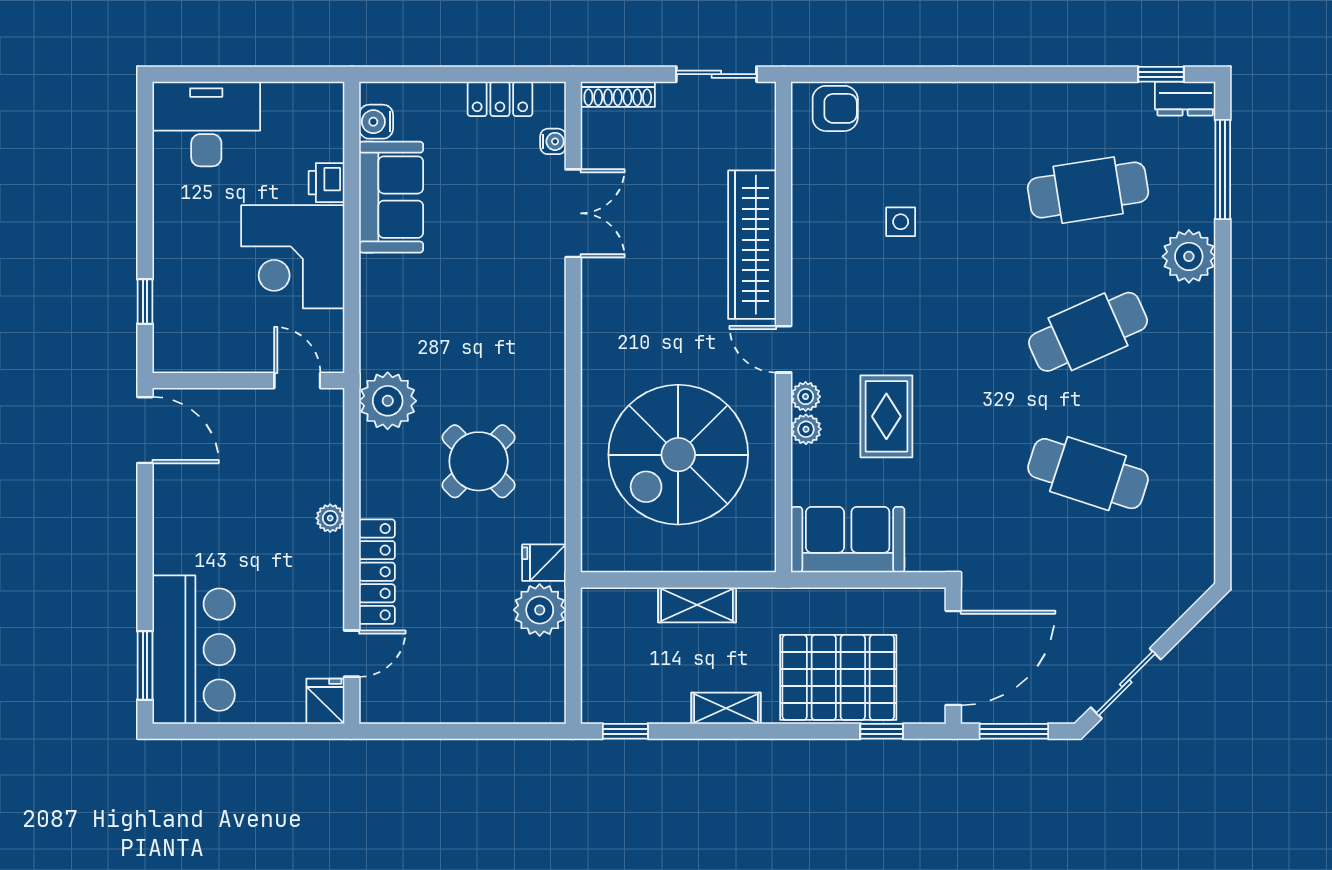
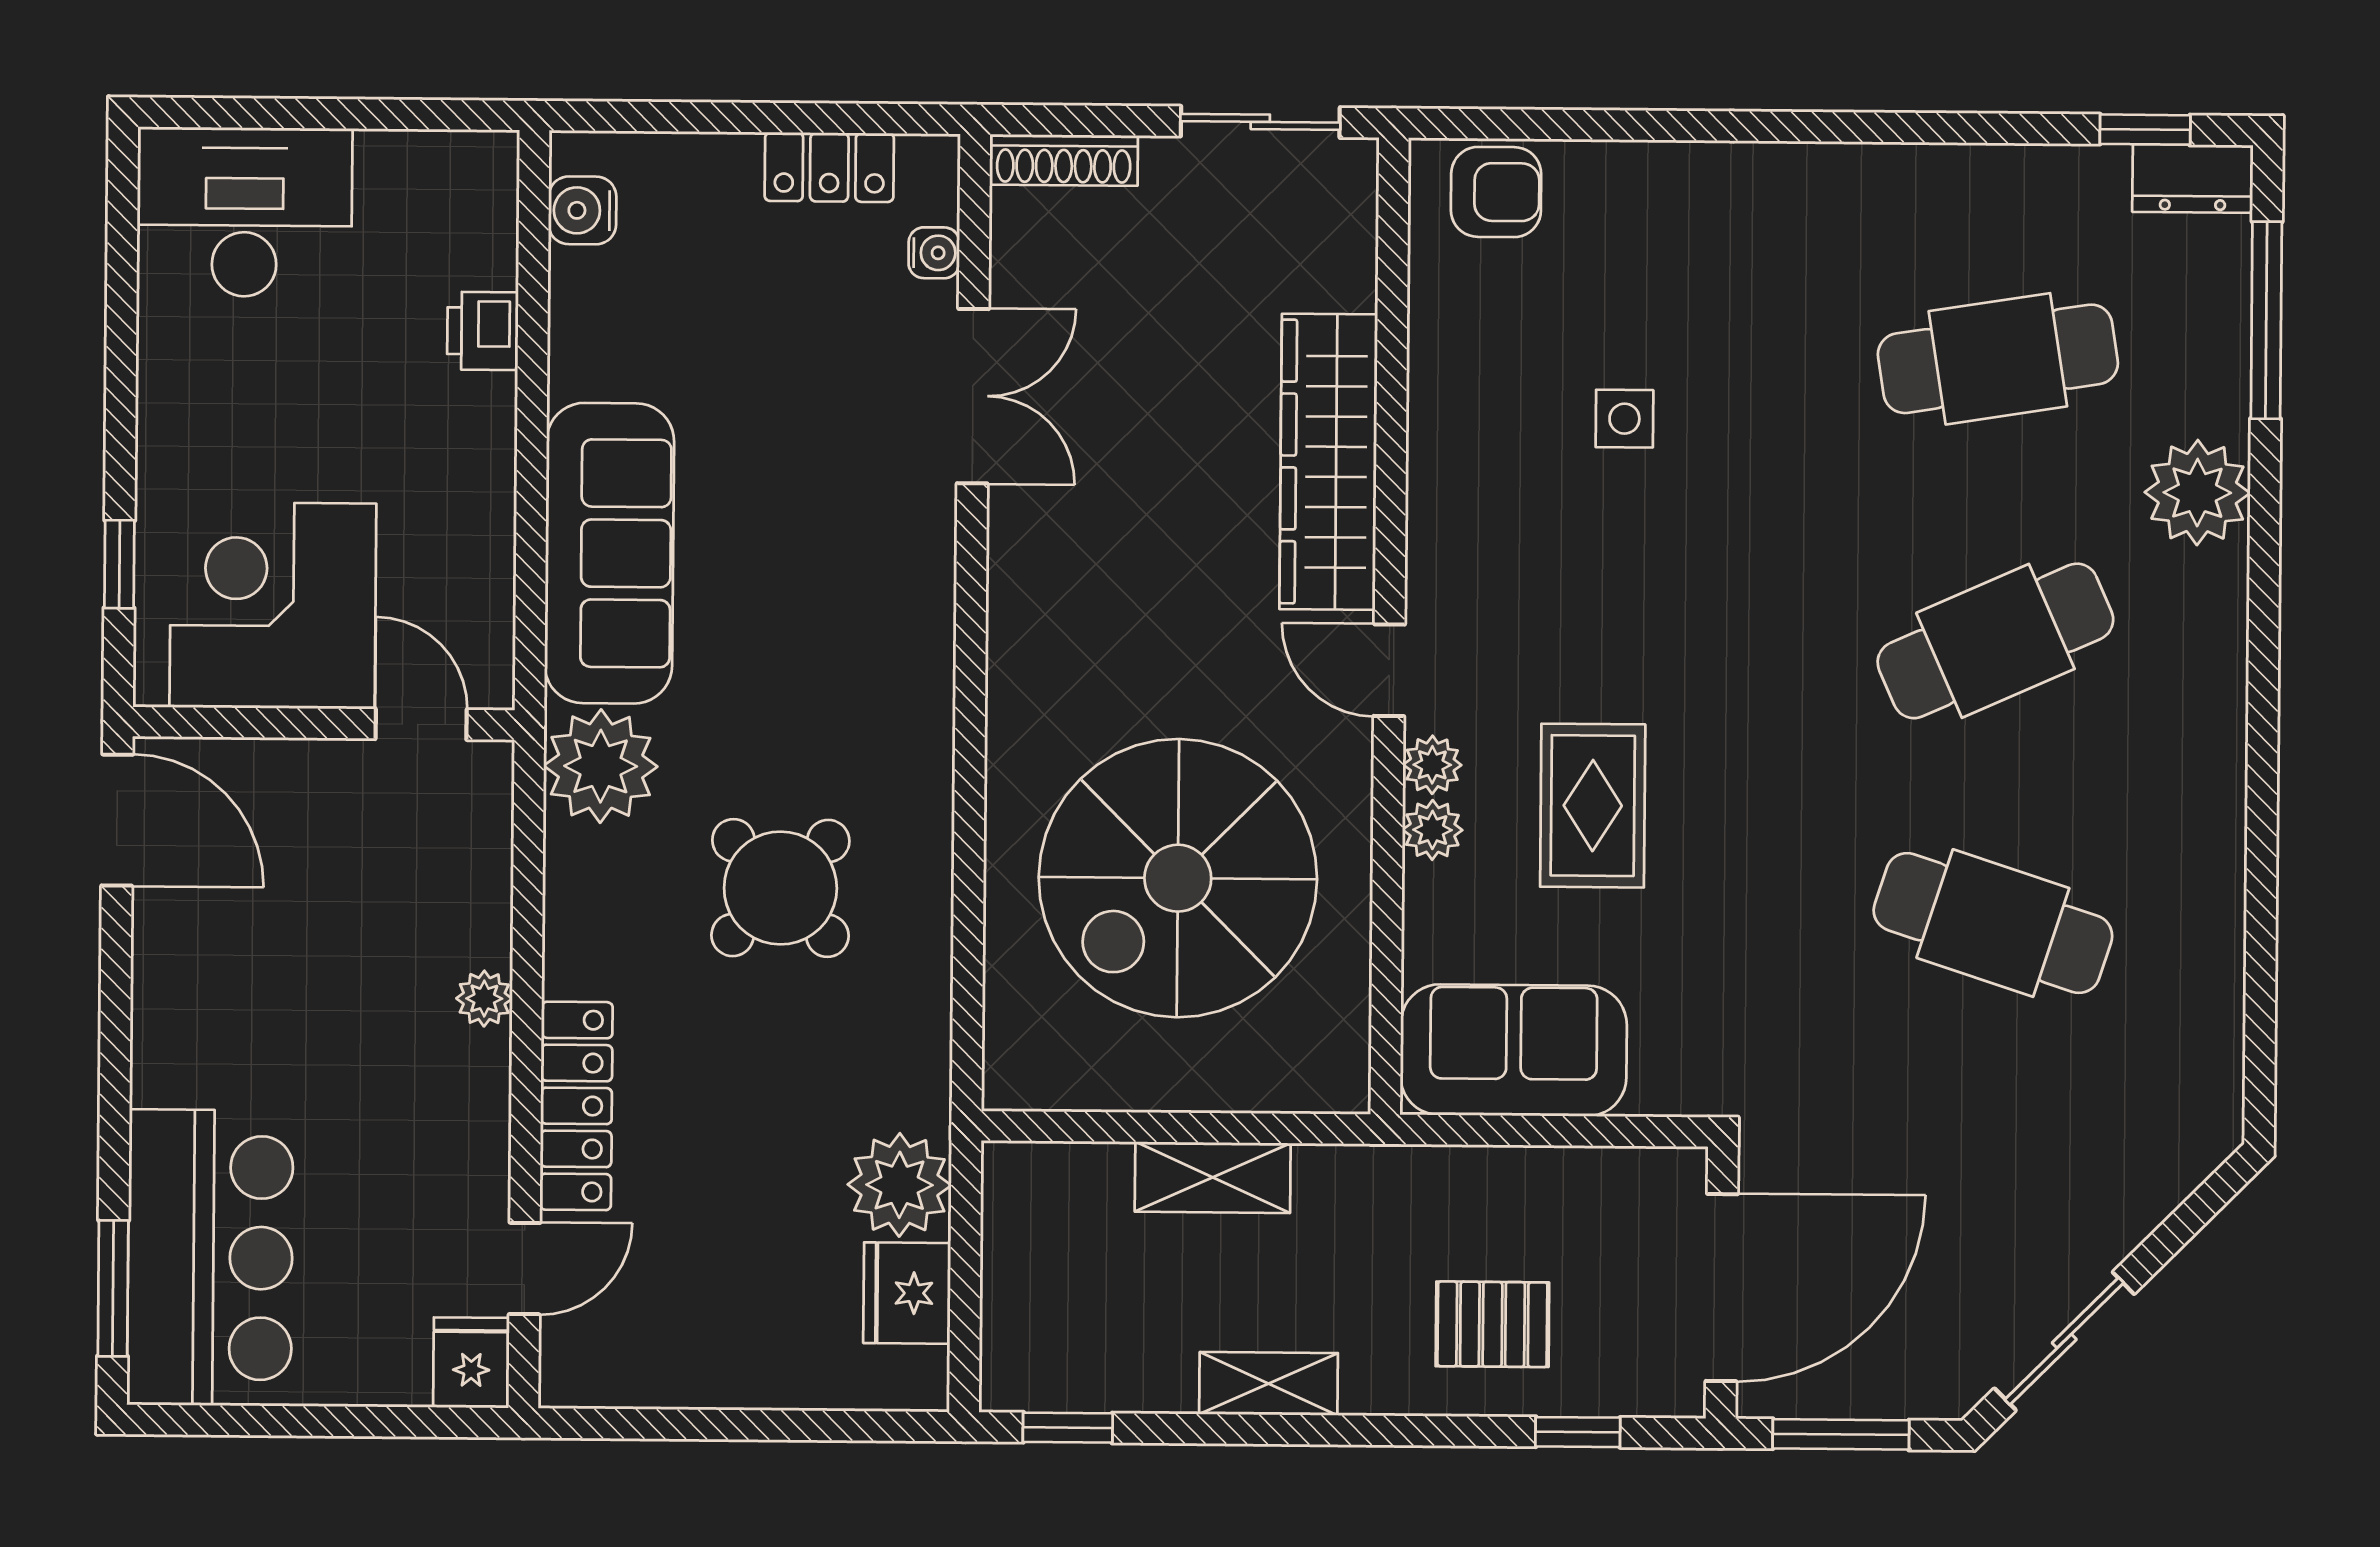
sofa: (391, 197) -> (609, 553), moved, width x1.36
corner desk: (293, 257) -> (273, 605), moved, turned 90
fridge: (544, 563) -> (907, 1293), moved, width x1.38
pallet: (838, 677) -> (1492, 1324), width x0.49, depth x0.50

